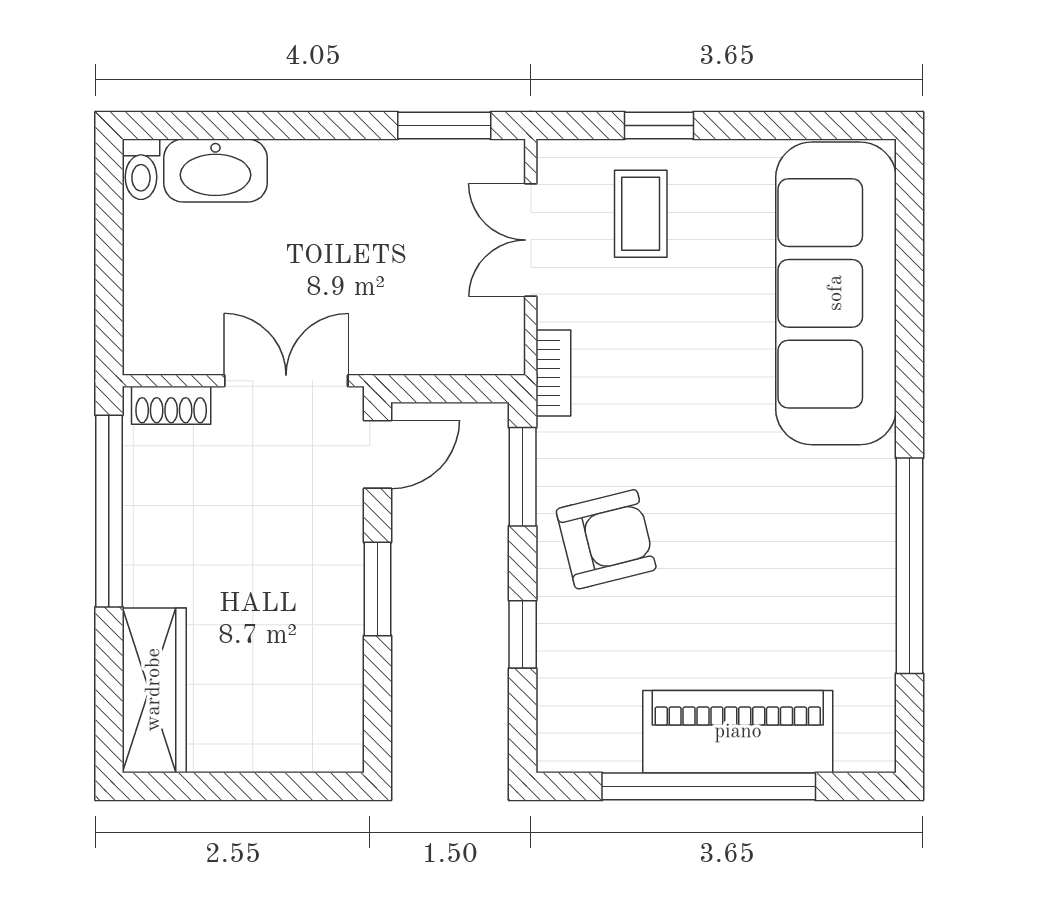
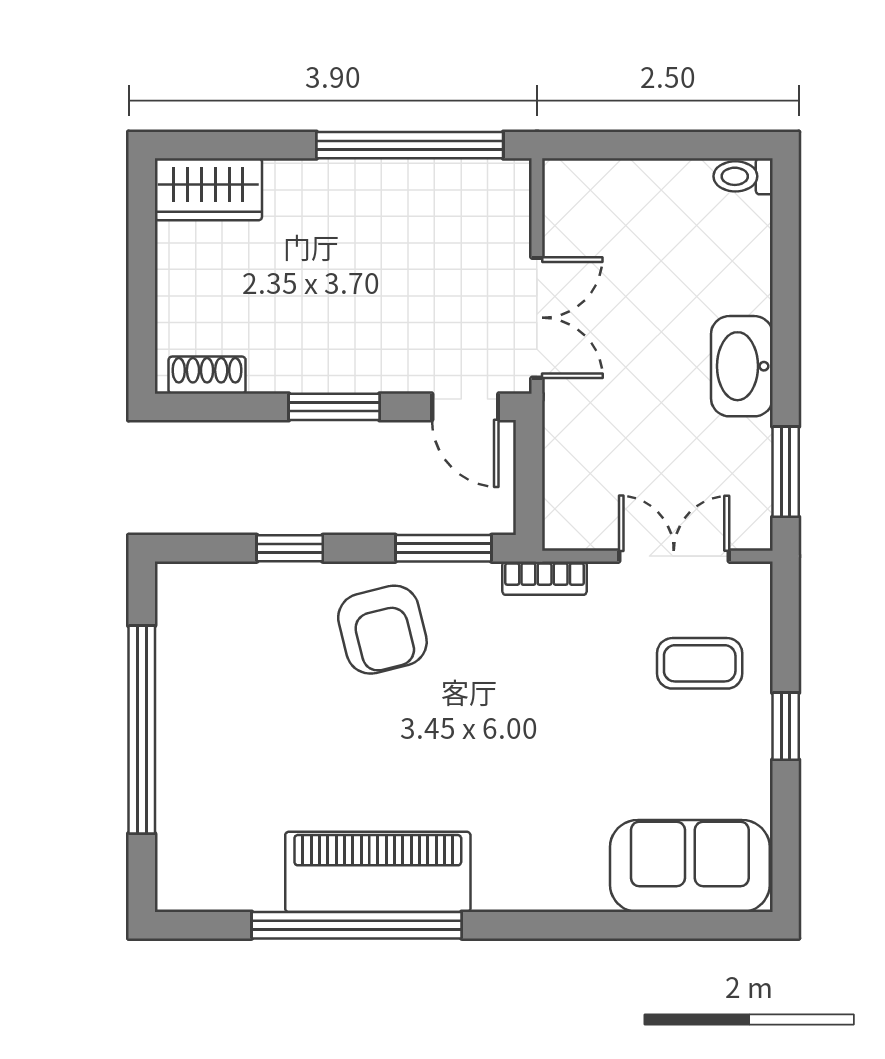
window: (659, 126) -> (786, 726), moved
washbasin: (215, 171) -> (742, 366), moved
sofa: (836, 293) -> (690, 866), width x0.54, depth x0.79
shoe rack: (171, 405) -> (207, 375), moved, turned 90
wardrobe: (154, 690) -> (208, 189), width x0.67
piano: (738, 732) -> (378, 872), moved, turned -90

